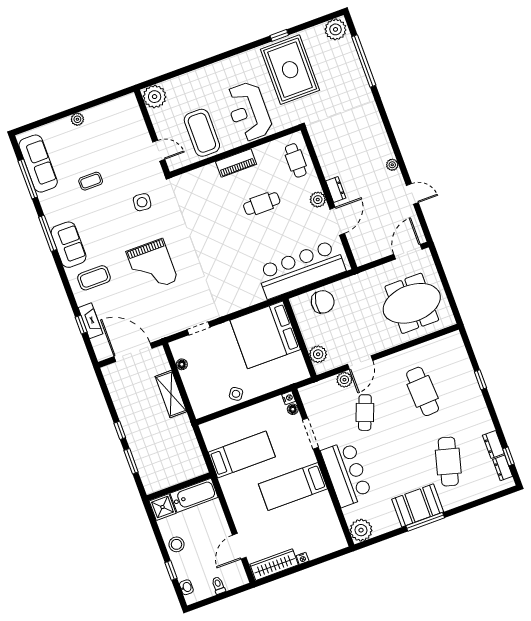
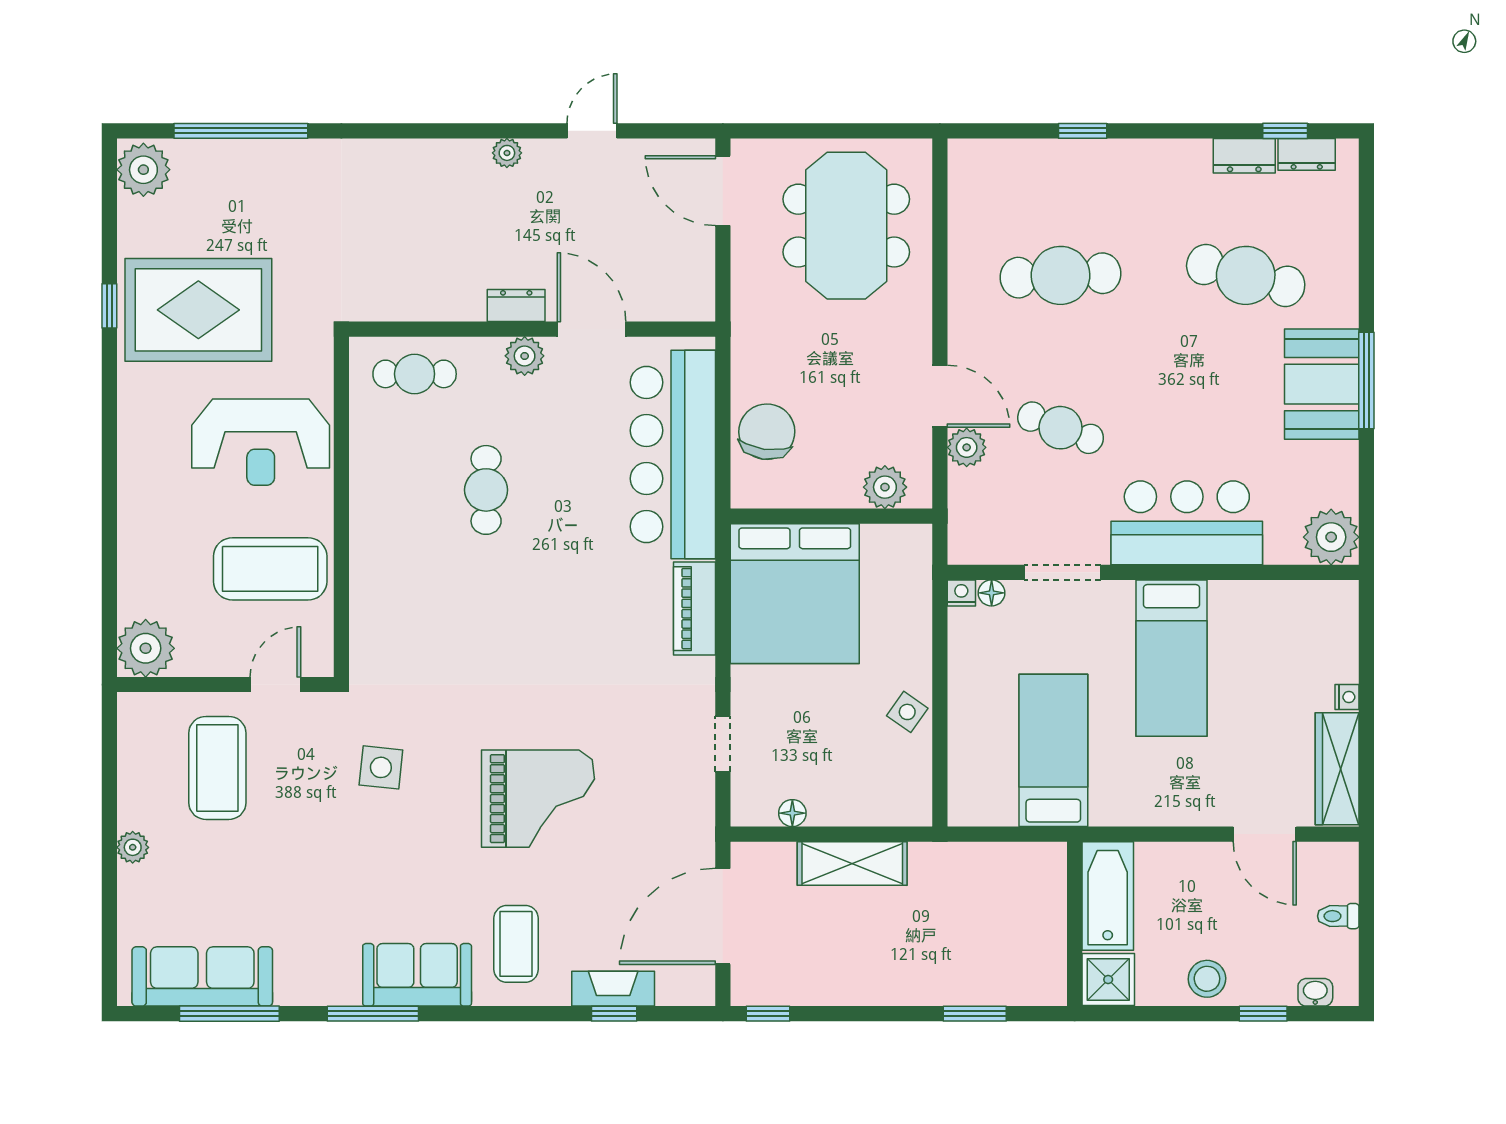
piano: (236, 163) -> (695, 609), moved, turned 180
coffee table: (91, 181) -> (217, 768), moved, width x1.86, depth x1.72
window: (120, 430) -> (768, 1014), moved

